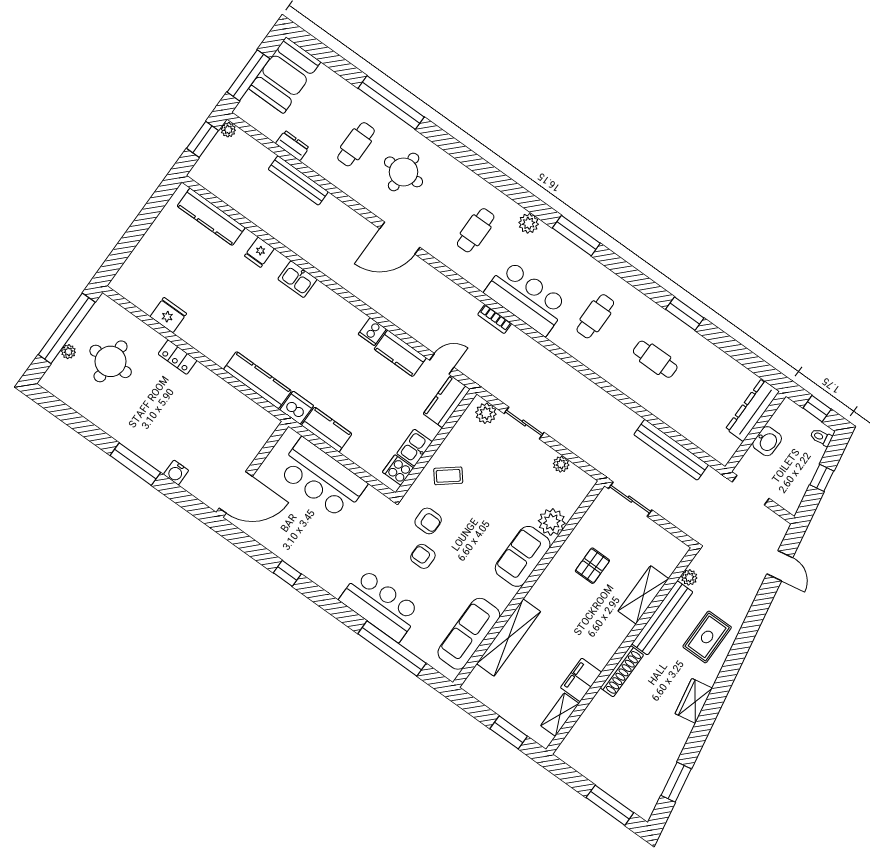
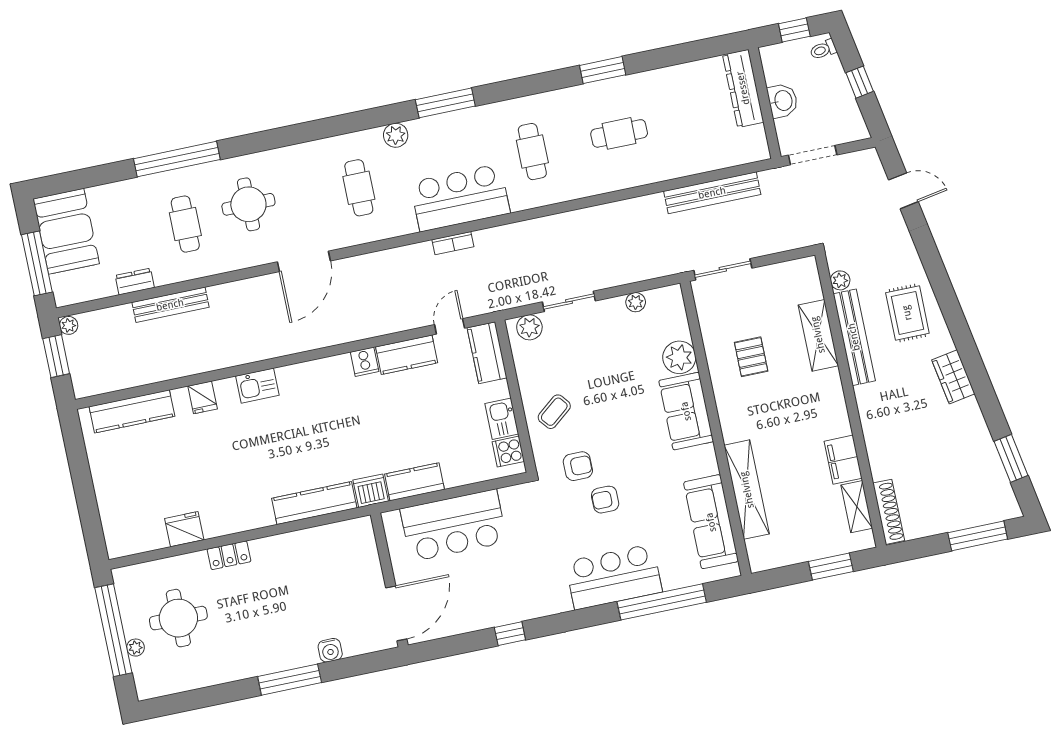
shoe rack: (622, 671) -> (889, 512), moved

